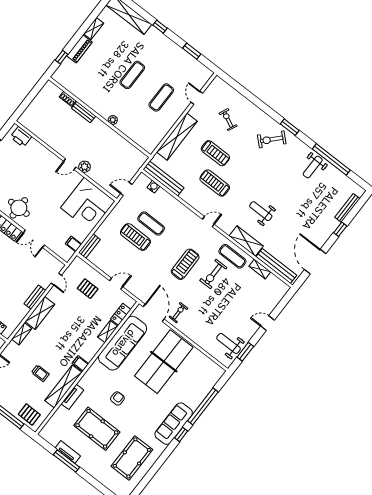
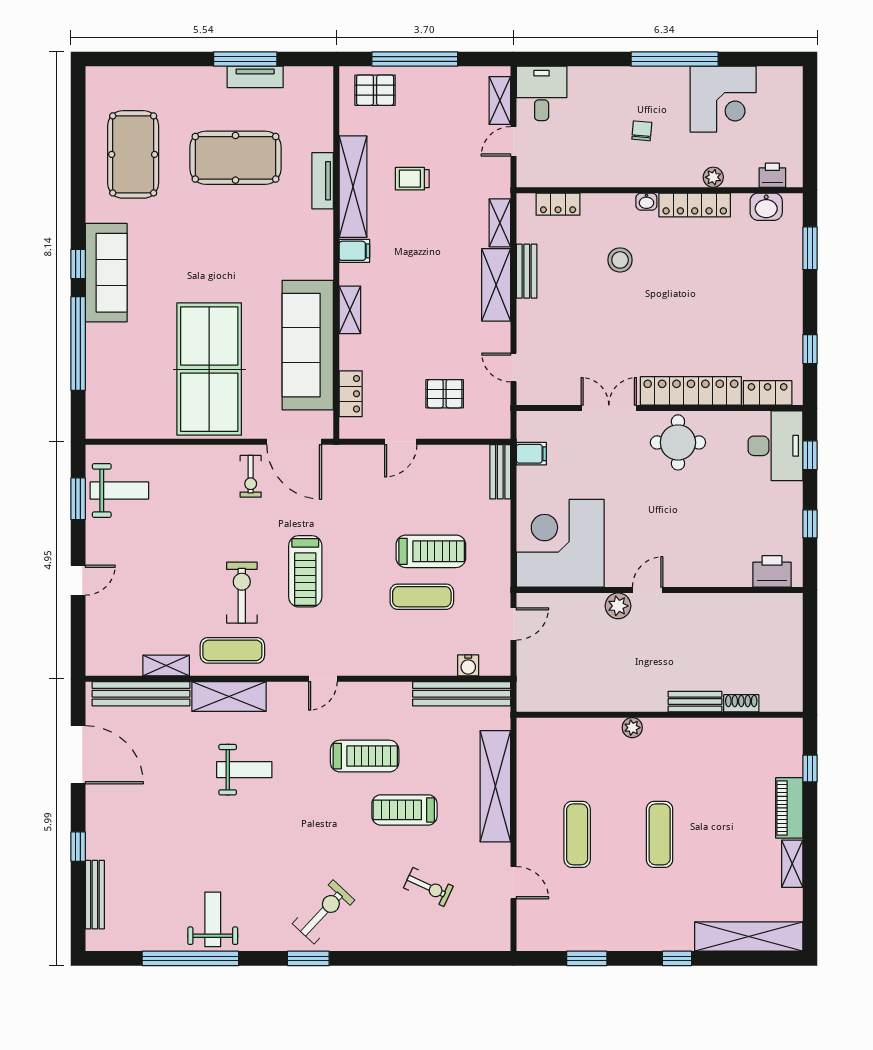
bench: (35, 297) -> (527, 271), moved
shelving: (108, 332) -> (350, 310), moved
armchair: (117, 398) -> (241, 240), removed

